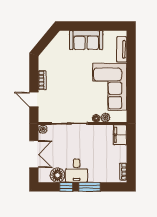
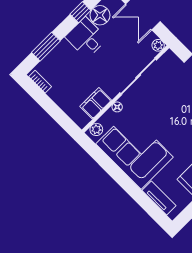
plant: (105, 118) -> (96, 129), moved
filing cabinet: (120, 135) -> (96, 103), moved, turned -90
window: (90, 187) -> (46, 47), moved

